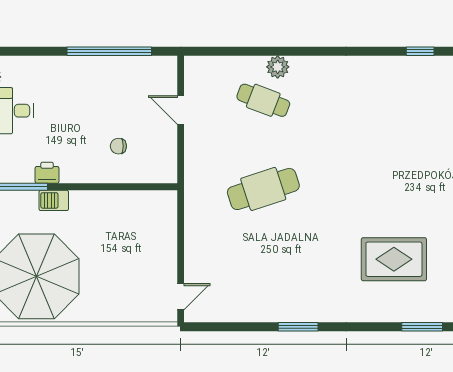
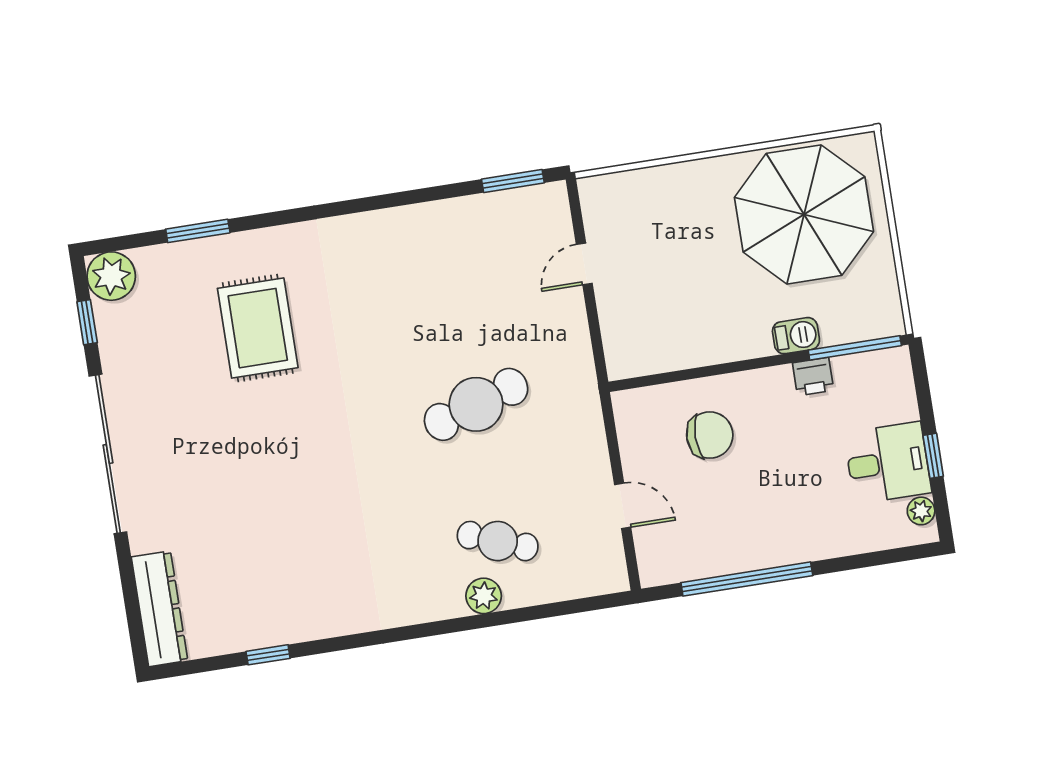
chair: (118, 146) -> (710, 435), width x1.87, depth x1.87
rug: (394, 259) -> (258, 328), turned 90
door: (181, 297) -> (584, 264), moved
window: (298, 327) -> (513, 181), moved

